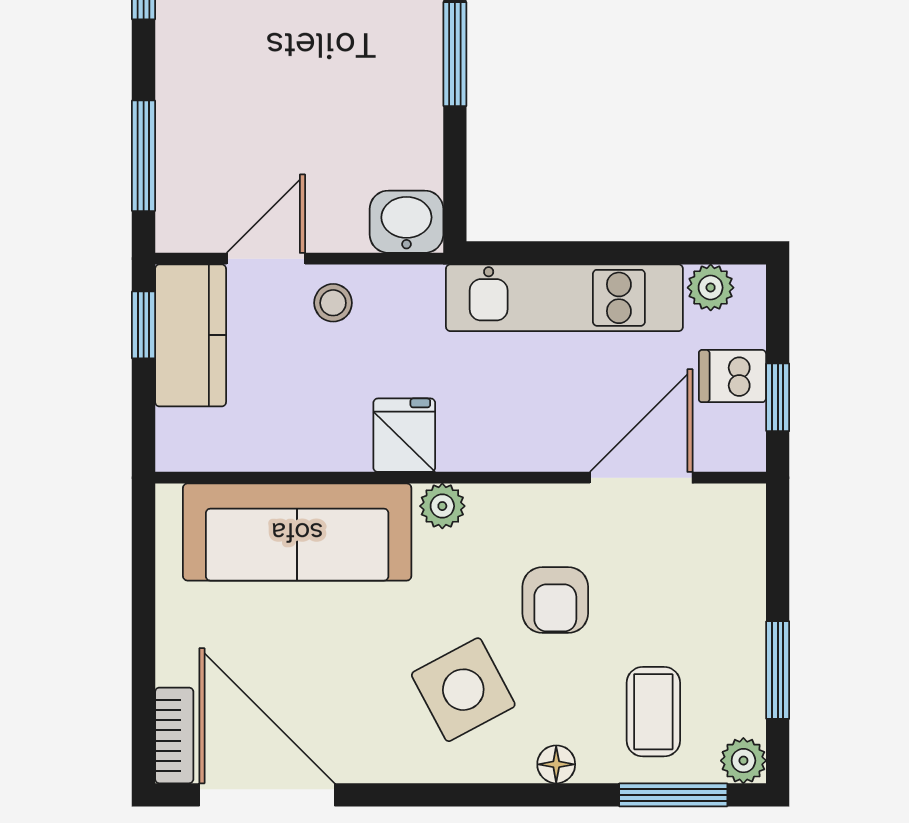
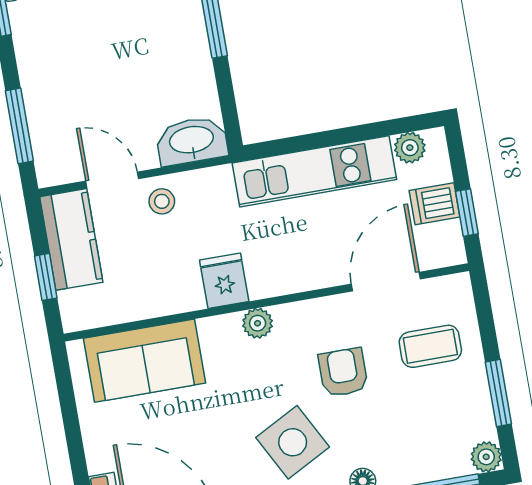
washbasin: (406, 222) -> (192, 141), width x1.38
door: (266, 259) -> (112, 180), hinge flipped
window: (144, 325) -> (46, 277), moved
sofa: (297, 532) -> (144, 361), width x0.73
armchair: (555, 600) -> (343, 372), turned 180
coffee table: (653, 712) -> (430, 346), moved, turned 90

